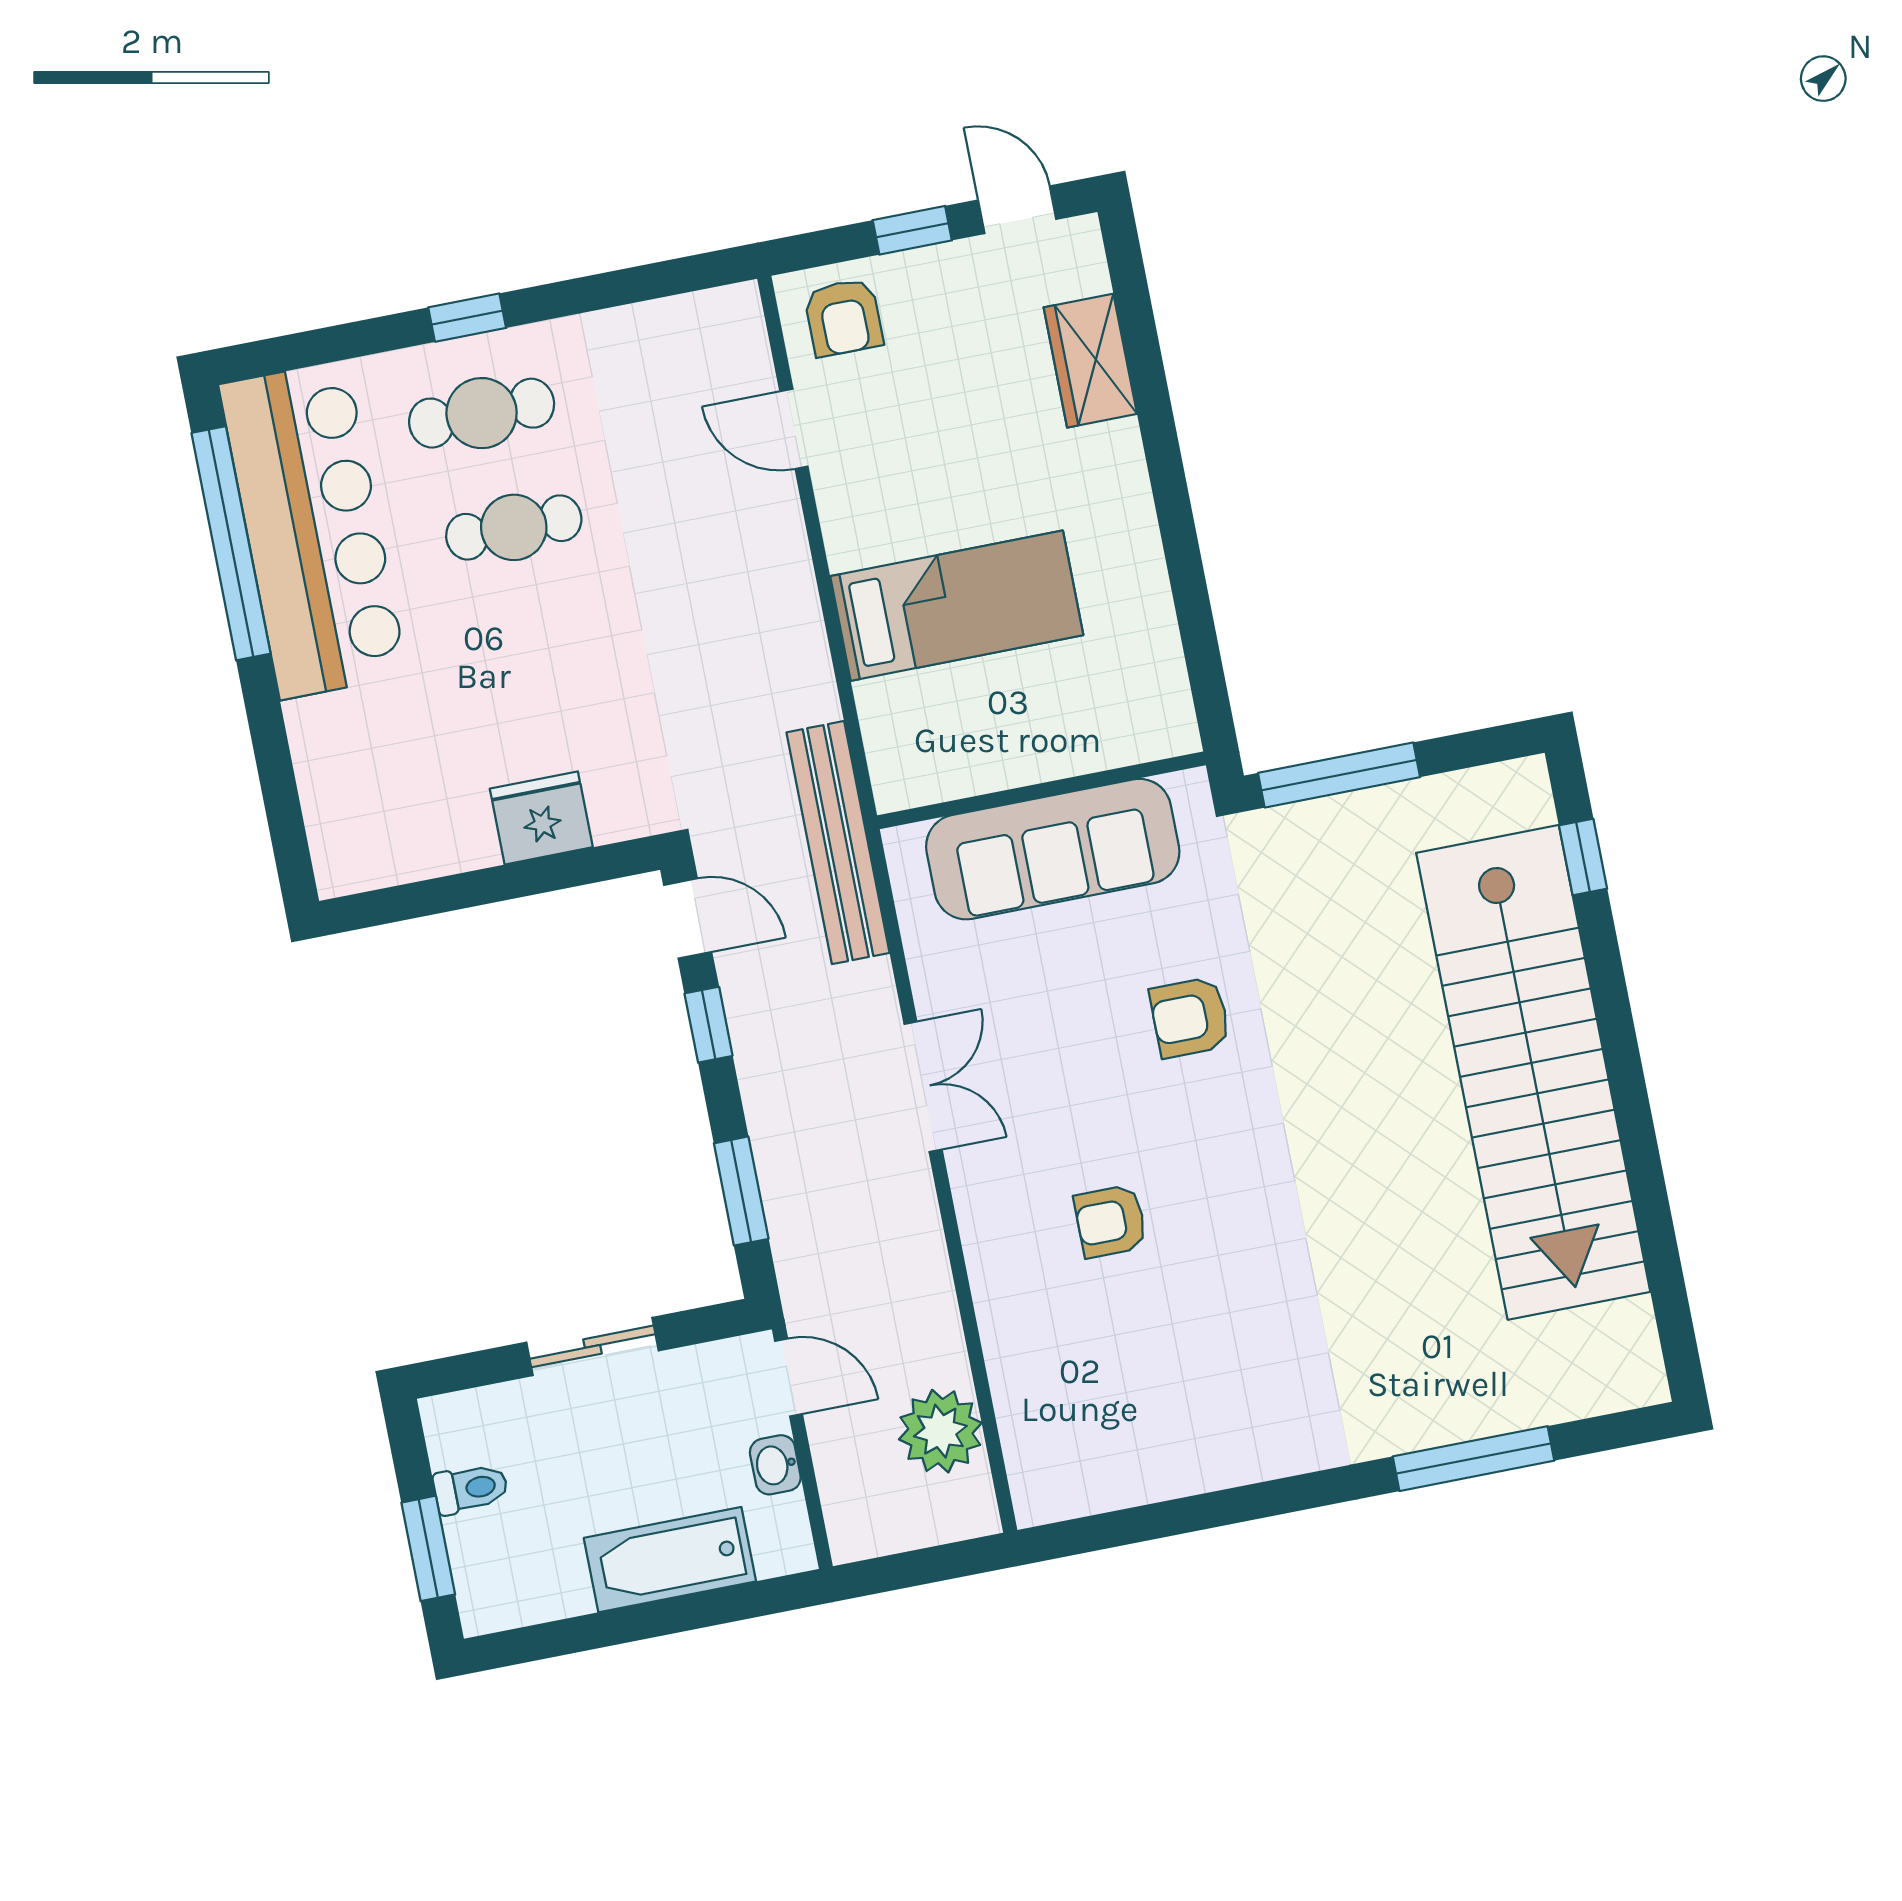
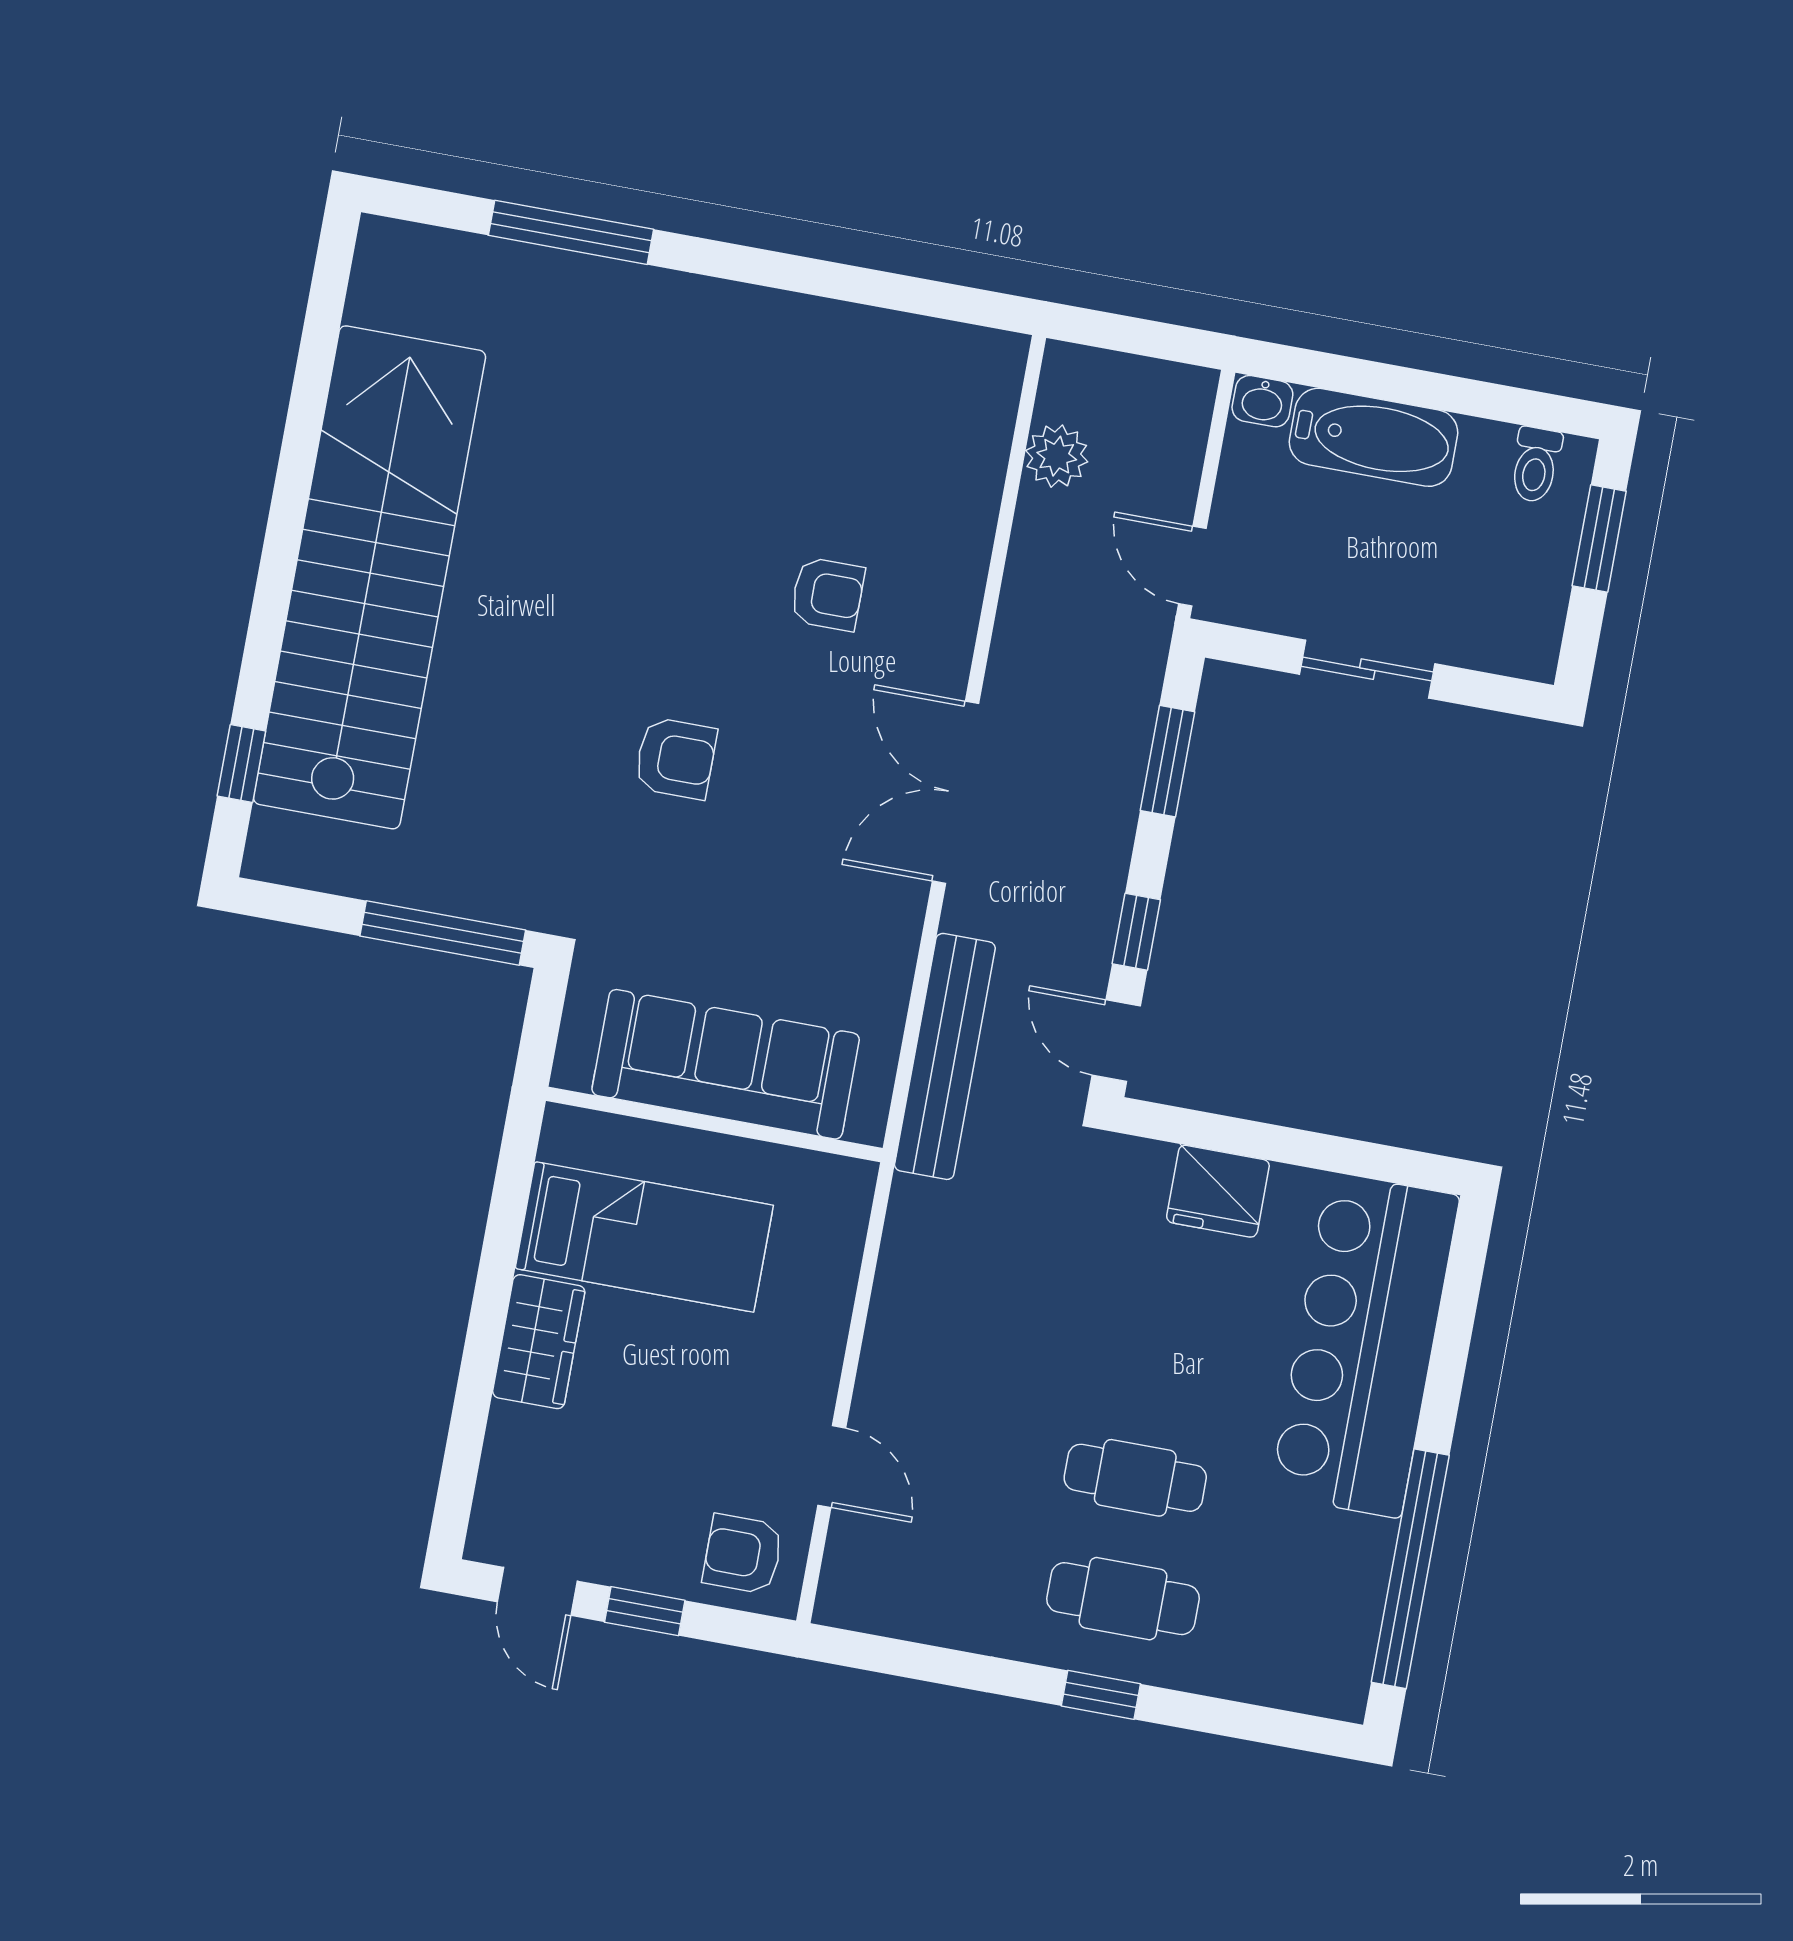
armchair: (843, 317) -> (743, 1554), turned -90
wardrobe: (1090, 361) -> (539, 1342), moved
bar counter: (313, 530) -> (1365, 1345), moved
bed: (957, 606) -> (644, 1237), moved, turned 180
wall: (1041, 790) -> (714, 1124), moved
sofa: (1053, 849) -> (726, 1064), moved
double door: (923, 1087) -> (955, 792), width x1.37
plant: (940, 1431) -> (1057, 456), width x0.73, depth x0.73
washbasin: (775, 1465) -> (1262, 401), moved, turned 90
toilet: (471, 1489) -> (1536, 465), moved, turned -90

